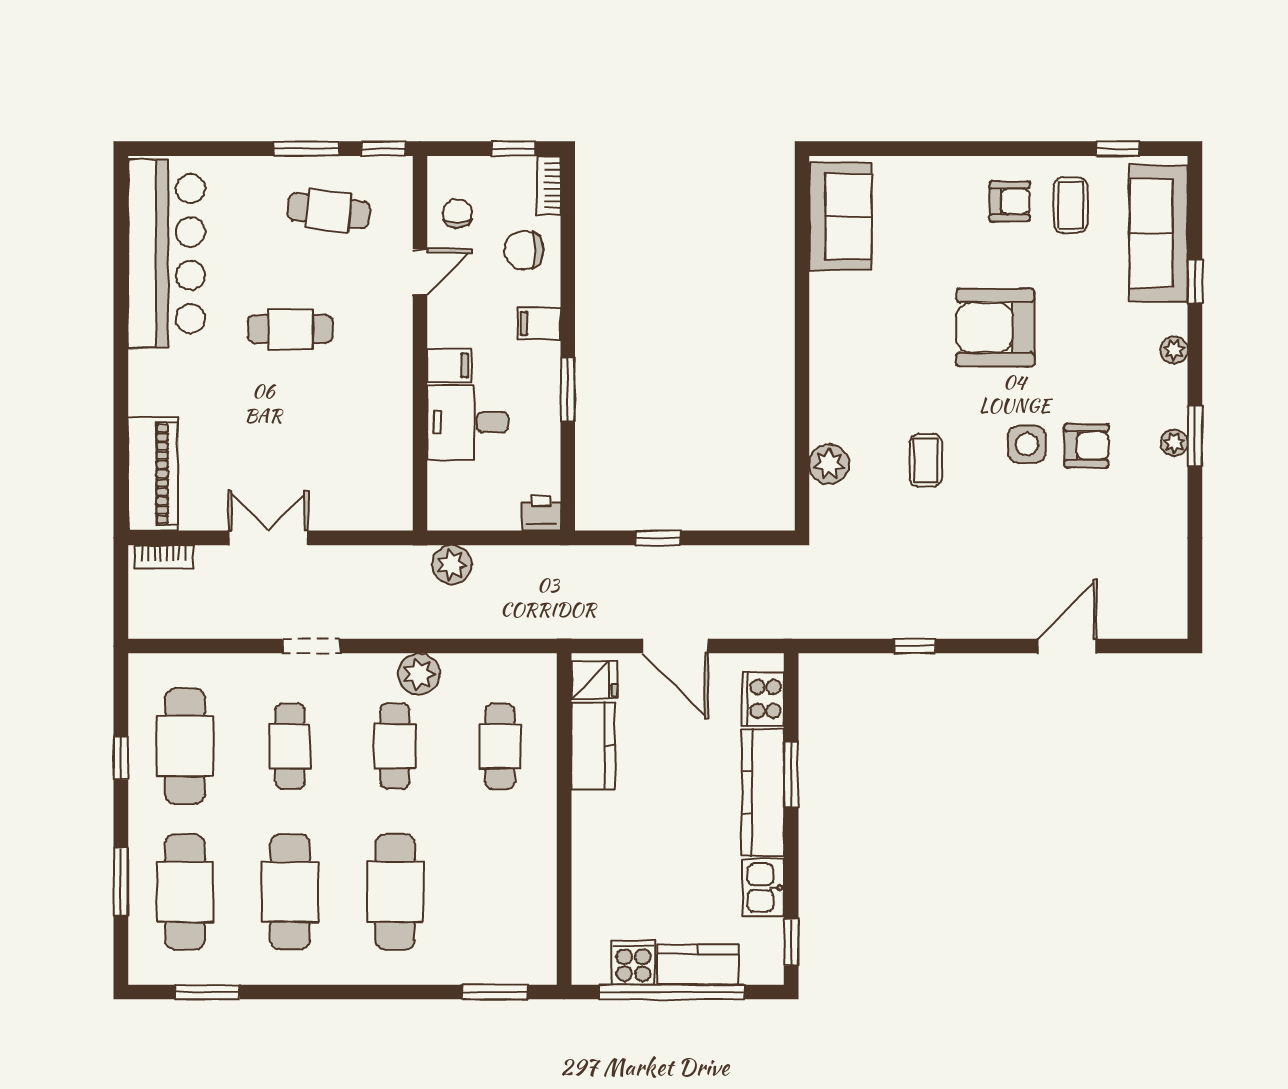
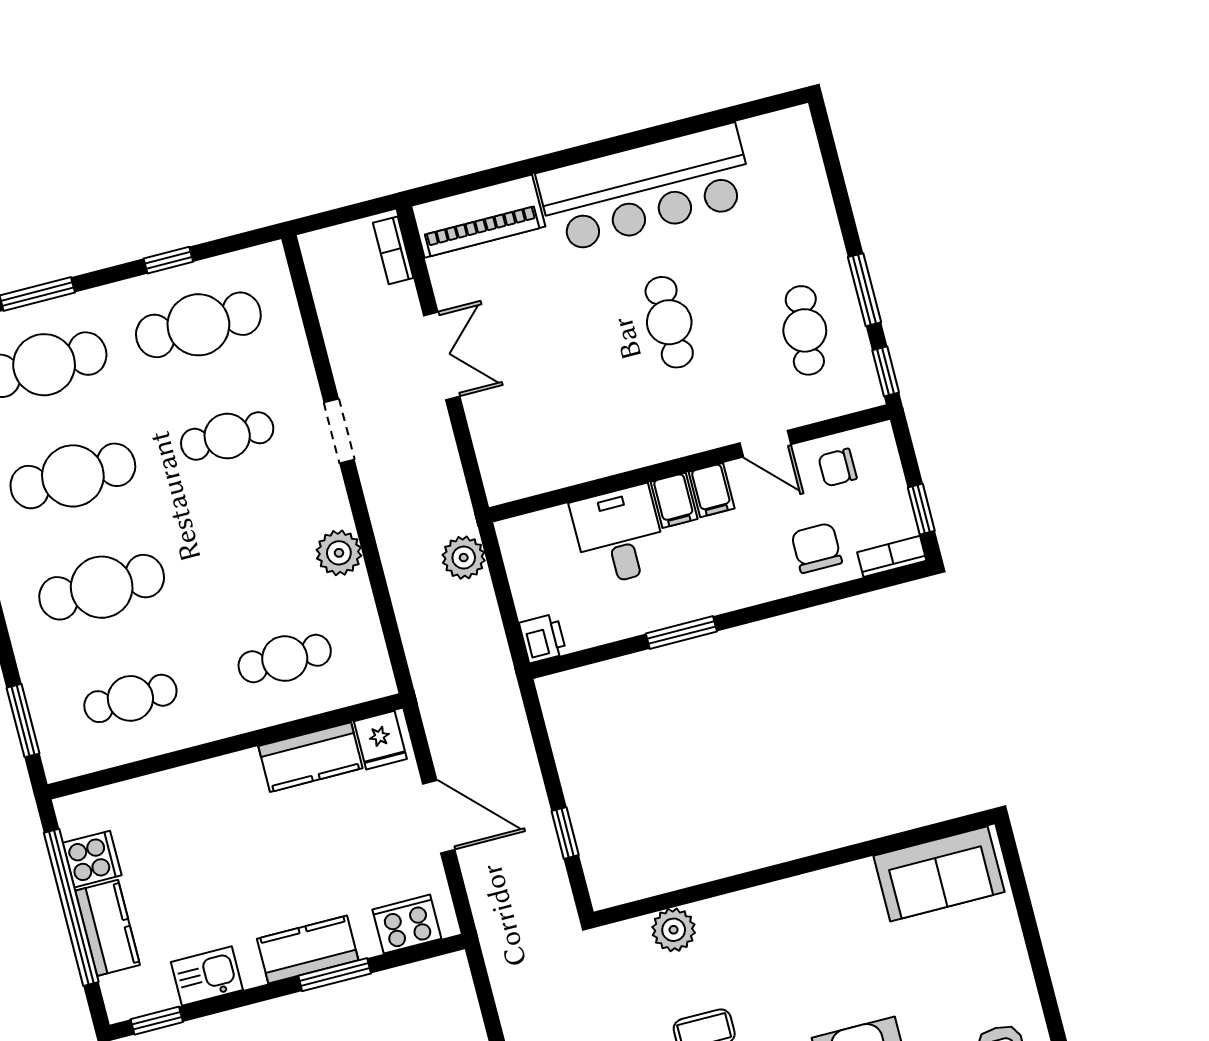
chair: (458, 213) -> (837, 468), turned 180
bar counter: (167, 254) -> (645, 188), moved
filing cabinet: (539, 323) -> (712, 490), moved, turned 180
window: (658, 538) -> (565, 833), moved
door: (675, 646) -> (439, 817), swing flipped
cafe table: (395, 746) -> (130, 698), moved
kitchen counter: (763, 792) -> (308, 949), width x0.67

